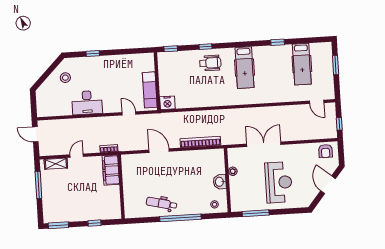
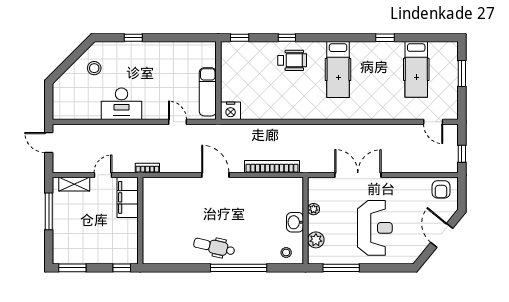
filing cabinet: (111, 170) -> (128, 197), moved
wall: (121, 187) -> (140, 221), moved
plant: (236, 194) -> (316, 240), added

